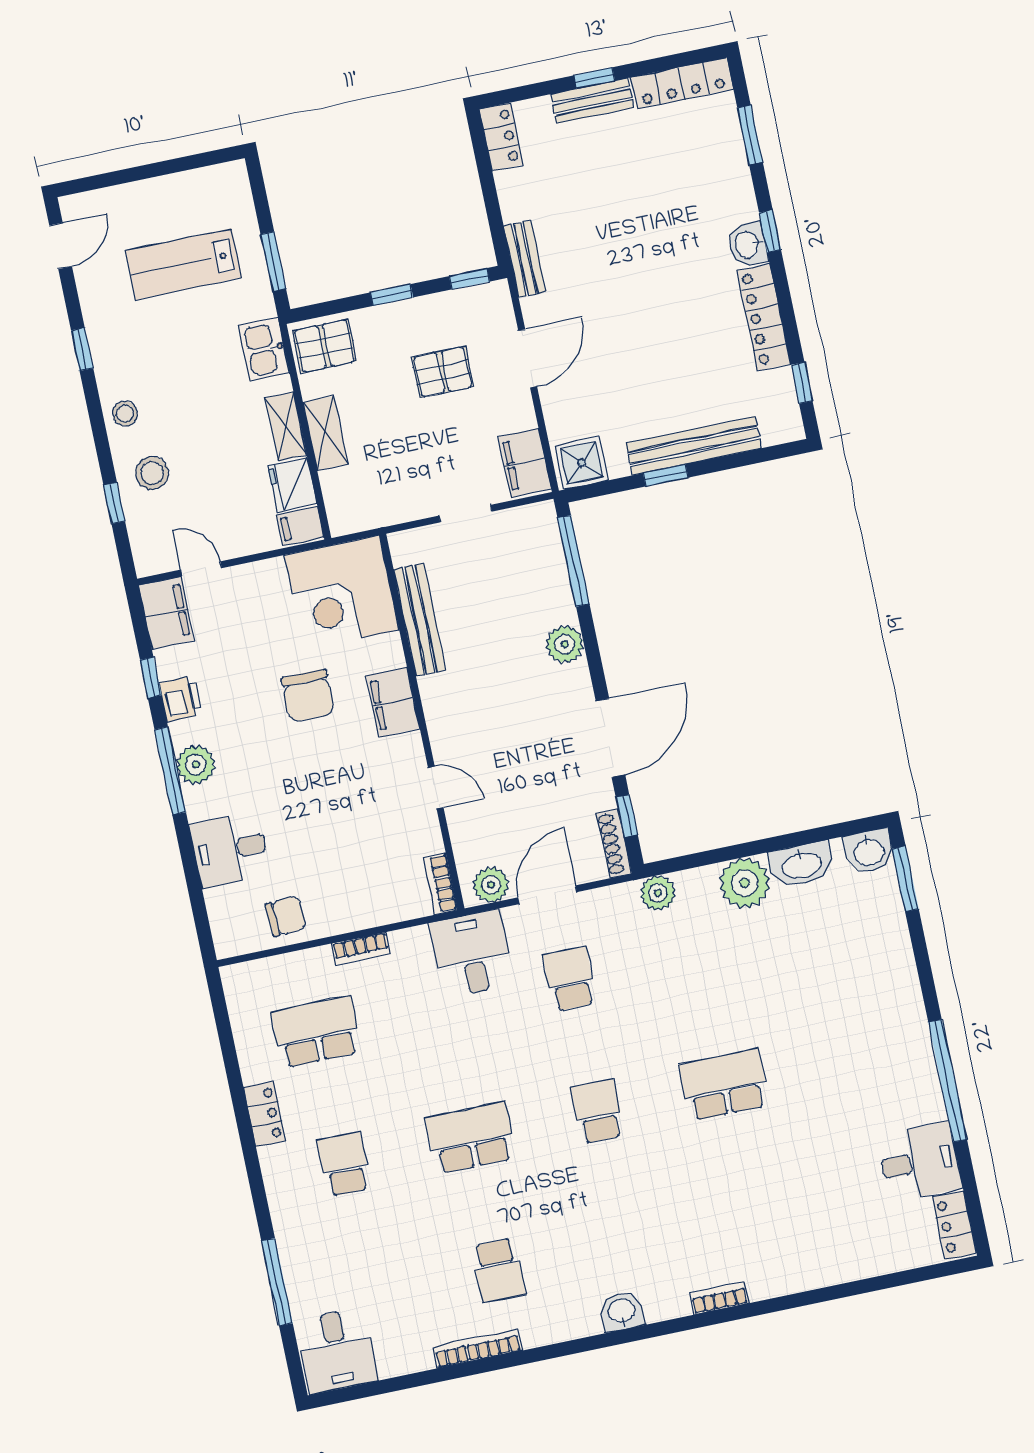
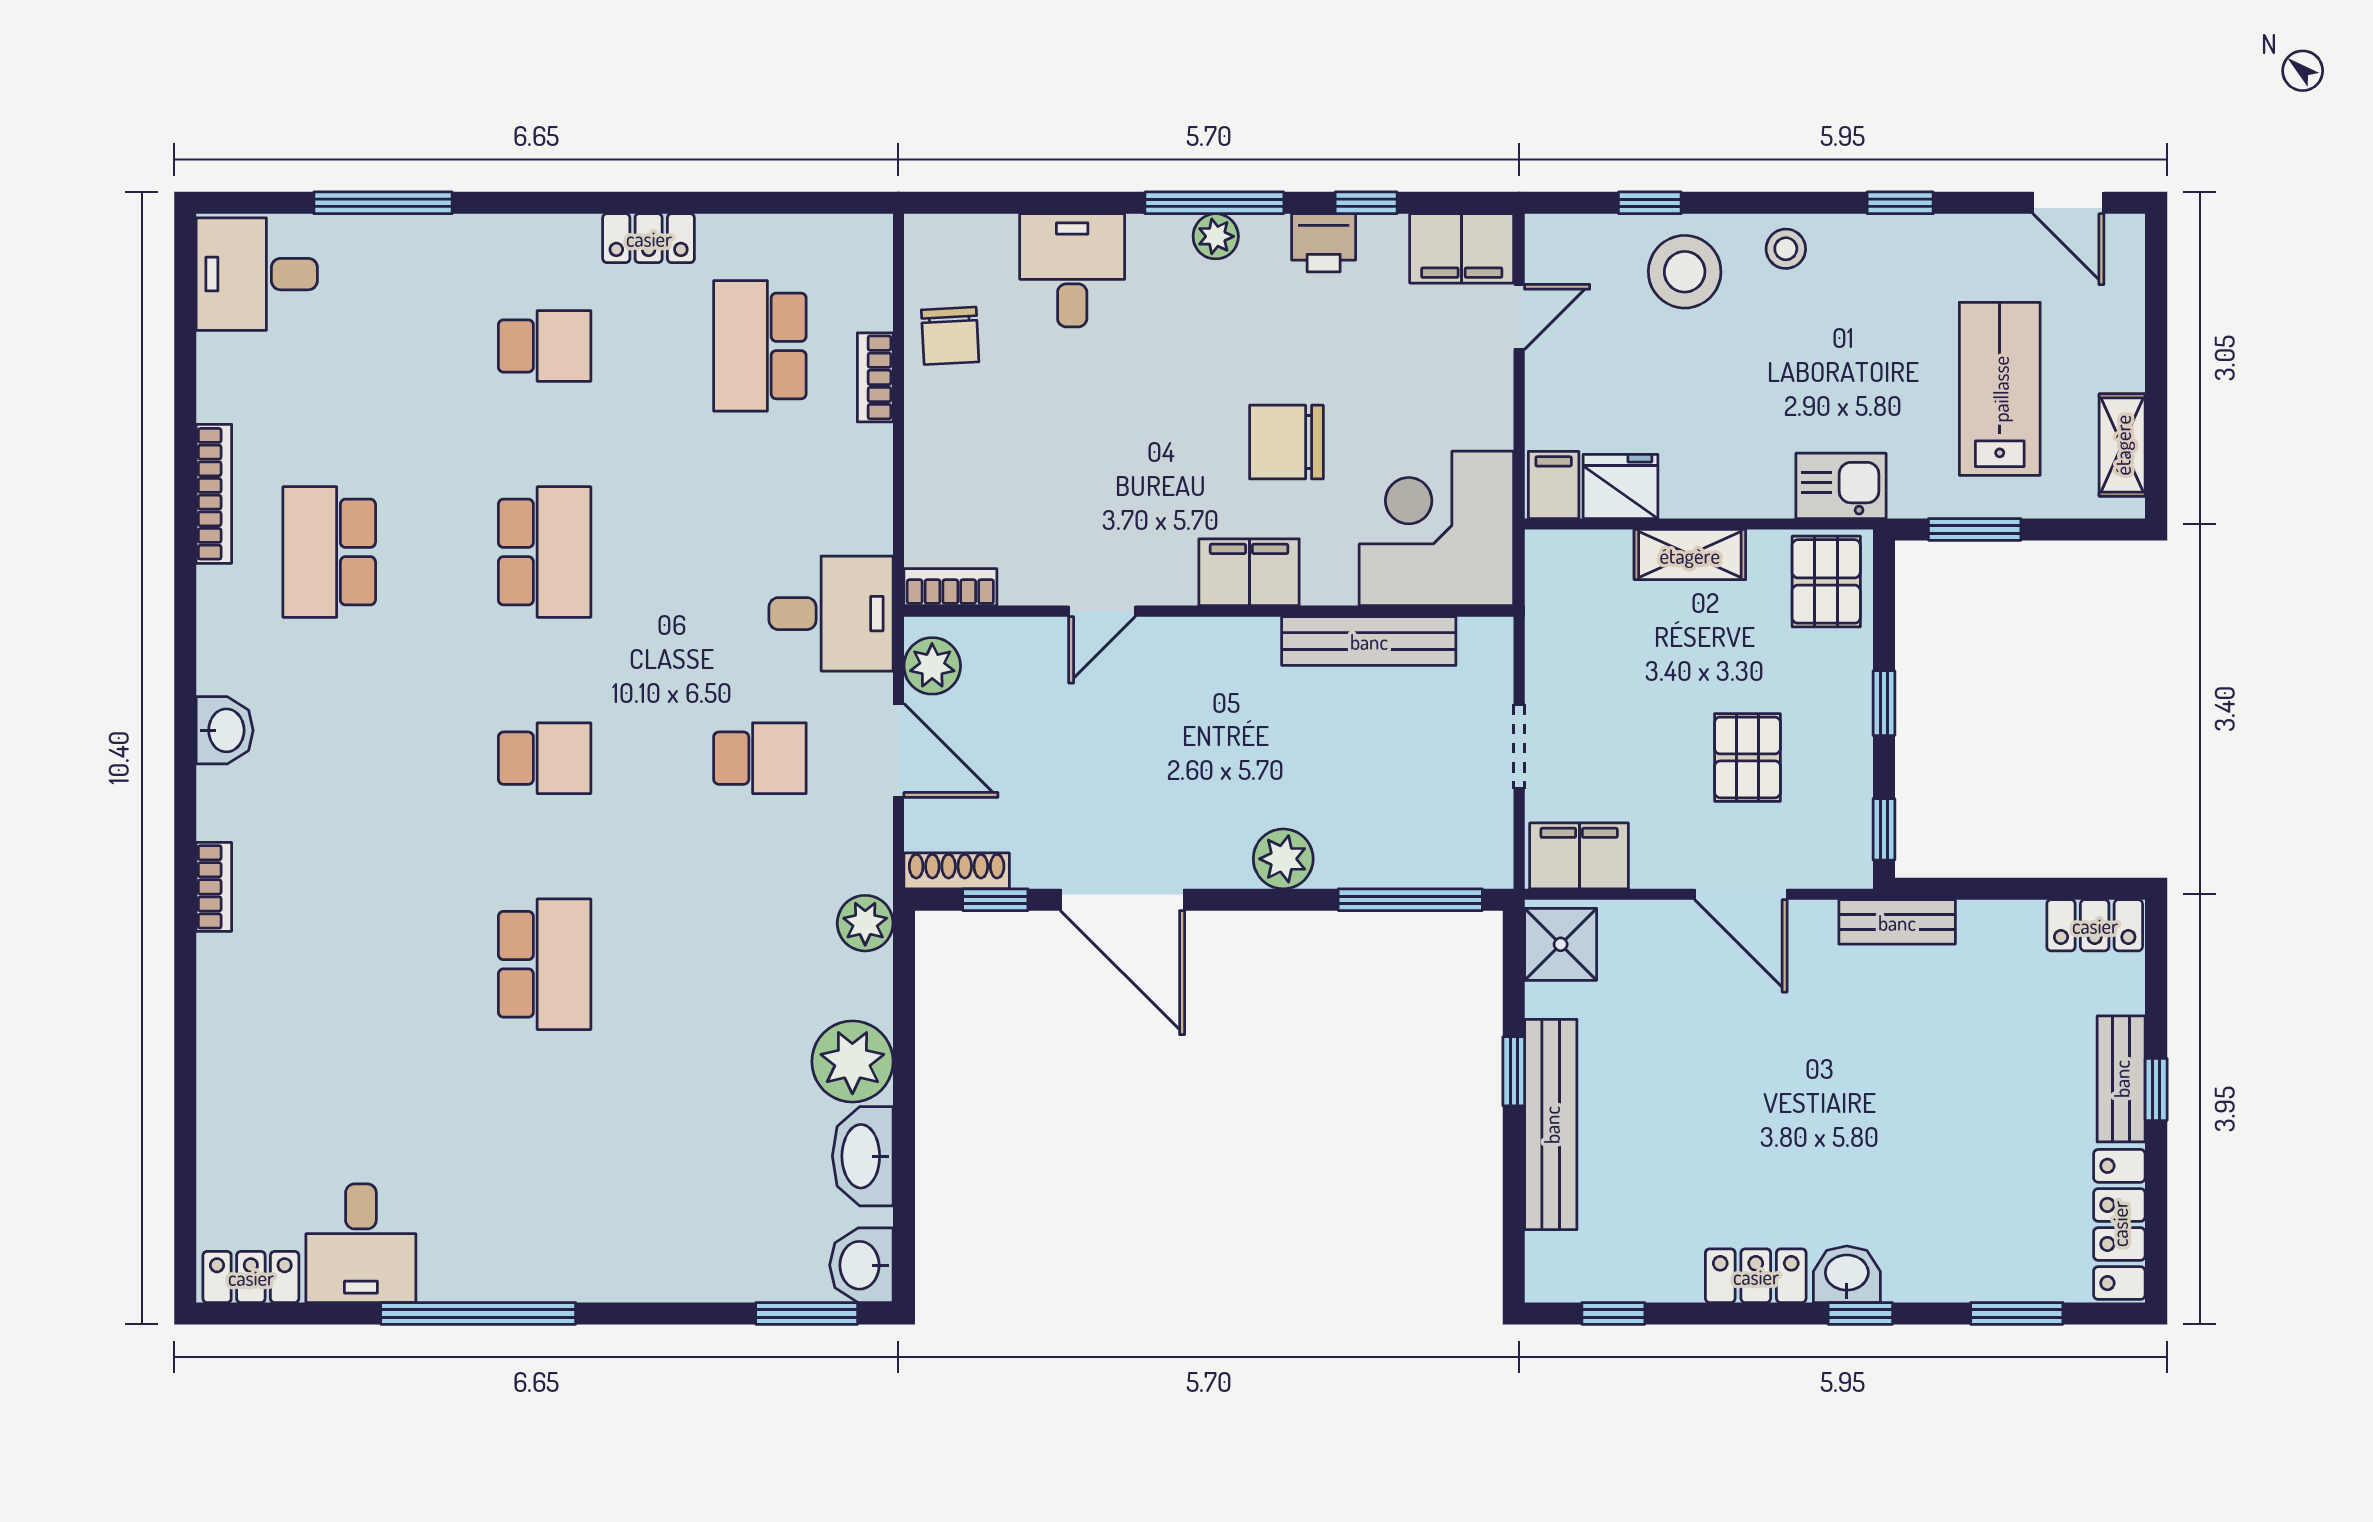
locker: (764, 317) -> (1756, 1276), width x0.66
shelving: (286, 426) -> (2122, 445), moved, turned 90
stool: (152, 473) -> (1685, 272), width x1.38, depth x1.38
plant: (196, 765) -> (1216, 236), width x0.73, depth x0.73
bookcase: (361, 949) -> (875, 377), moved
school desk: (317, 1032) -> (760, 346), turned 180
school desk: (499, 1270) -> (329, 552), width x1.85

